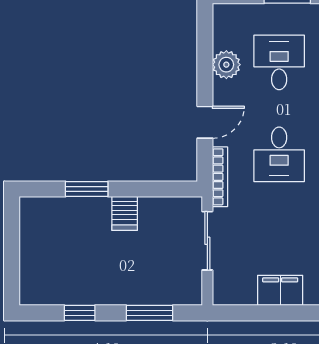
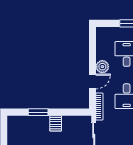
plant: (226, 65) -> (102, 67), moved

